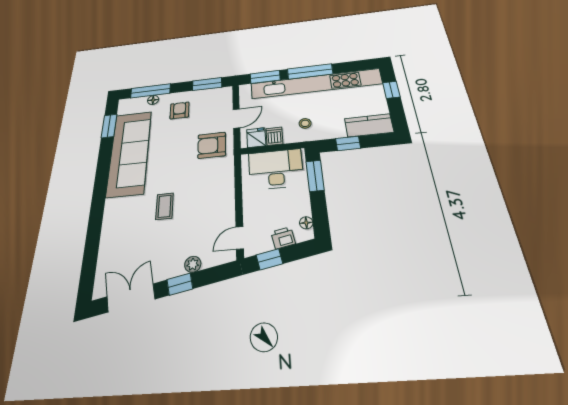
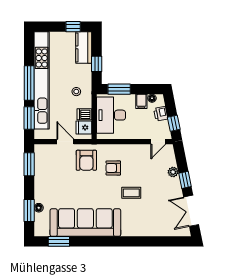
window: (391, 90) -> (73, 27), moved
window: (150, 91) -> (29, 211), width x0.69
armchair: (180, 110) -> (113, 168), moved
filing cabinet: (300, 208) -> (141, 101), added
door: (240, 238) -> (158, 142), hinge flipped

